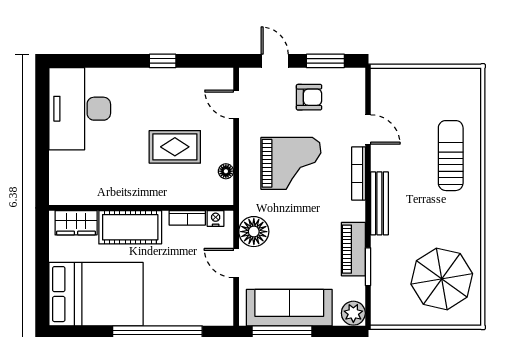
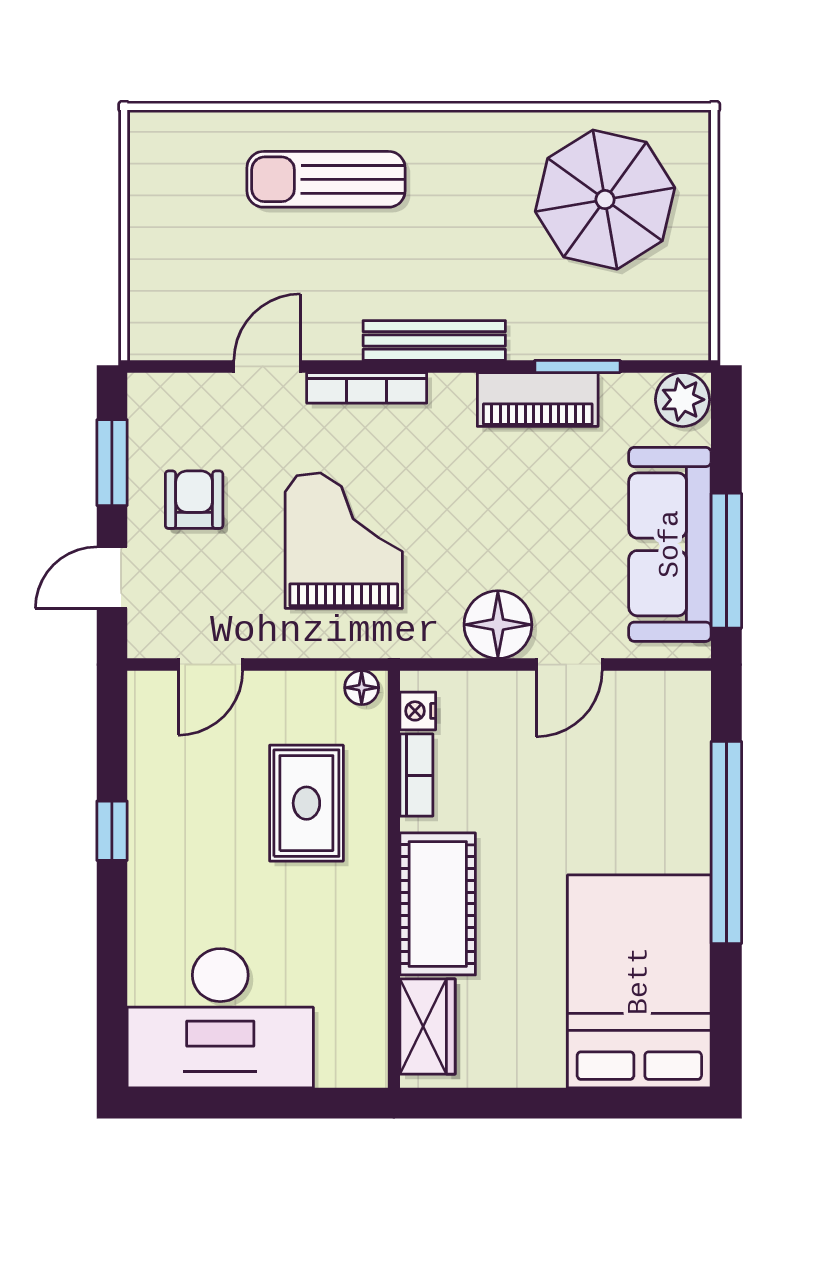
wall: (141, 208) -> (394, 879), moved
bookcase: (187, 218) -> (416, 775), moved
nightstand: (216, 218) -> (418, 711), moved
wardrobe: (76, 223) -> (428, 1027), moved
cot: (130, 227) -> (438, 904), moved

